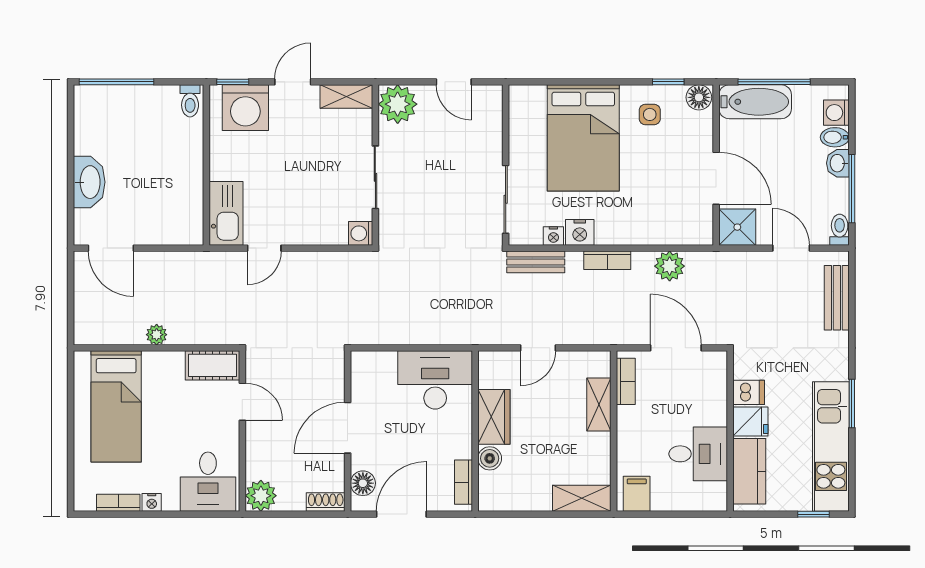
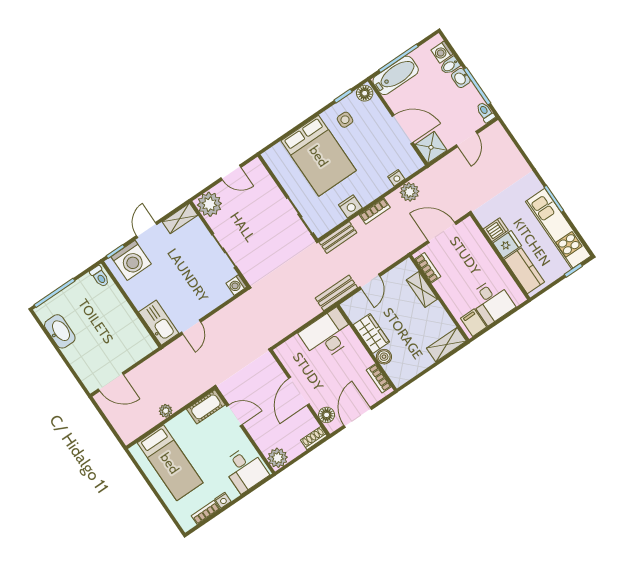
washbasin: (89, 182) -> (60, 331), moved
nightstand: (553, 236) -> (396, 178), moved
door: (791, 248) -> (467, 139), swing flipped
bench: (837, 298) -> (336, 293), moved, turned 90
desk: (698, 454) -> (492, 302), moved, turned 90

